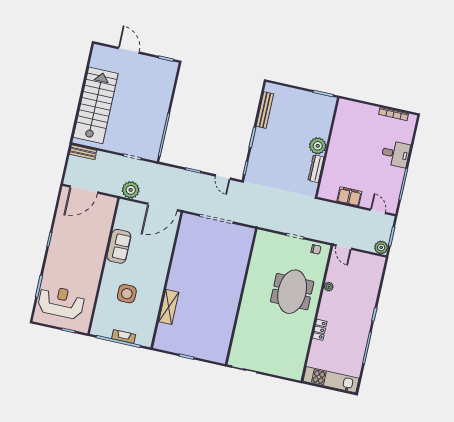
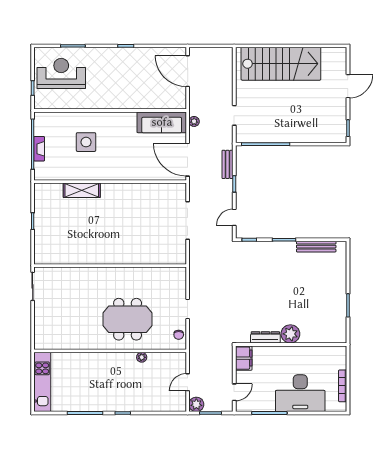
plant: (318, 146) -> (290, 334), moved
wall: (327, 147) -> (291, 344), moved
bench: (83, 152) -> (227, 164), moved
desk: (395, 154) -> (300, 393), width x1.87, depth x1.30
dresser: (316, 169) -> (265, 337), moved
plant: (131, 190) -> (194, 121), width x0.53, depth x0.53
sofa: (119, 246) -> (162, 122), moved, width x1.36
door: (344, 247) -> (188, 382), moved
reception desk: (61, 302) -> (61, 73), turned -90
locker: (320, 330) -> (93, 358), removed

